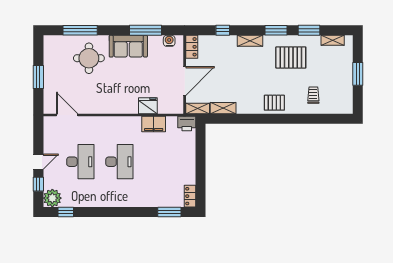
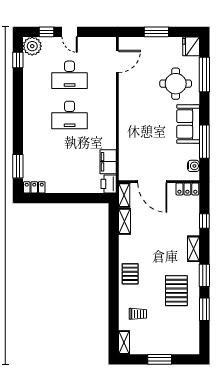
shelving: (333, 40) -> (124, 342), moved
fridge: (148, 106) -> (191, 46), moved, turned 180
filing cabinet: (154, 124) -> (108, 162), moved

